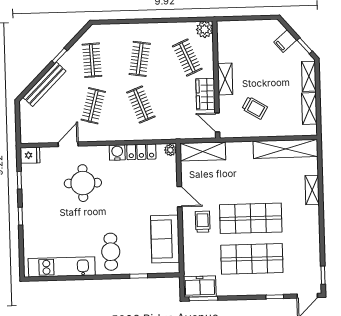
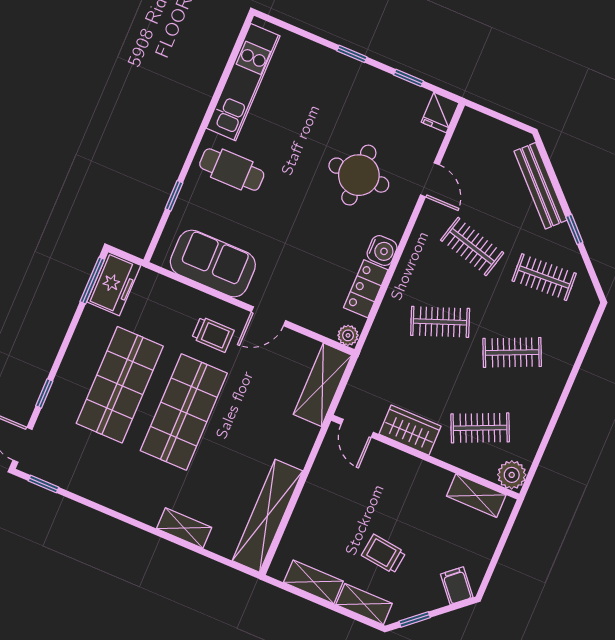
filing cabinet: (285, 41) -> (457, 586), moved
clothes rail: (140, 59) -> (512, 352), turned -33
shelving: (225, 79) -> (476, 496), moved
trolley: (255, 108) -> (384, 554), moved, turned 66
door: (217, 123) -> (357, 428), swing flipped

